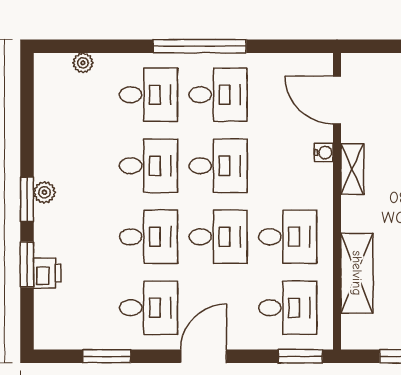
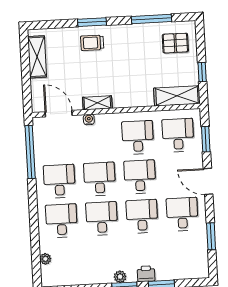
window: (200, 46) -> (30, 152), moved
door: (337, 100) -> (59, 114), swing flipped
printer: (47, 273) -> (146, 274), moved
shelving: (357, 273) -> (177, 96), moved
window: (300, 356) -> (206, 139), moved

